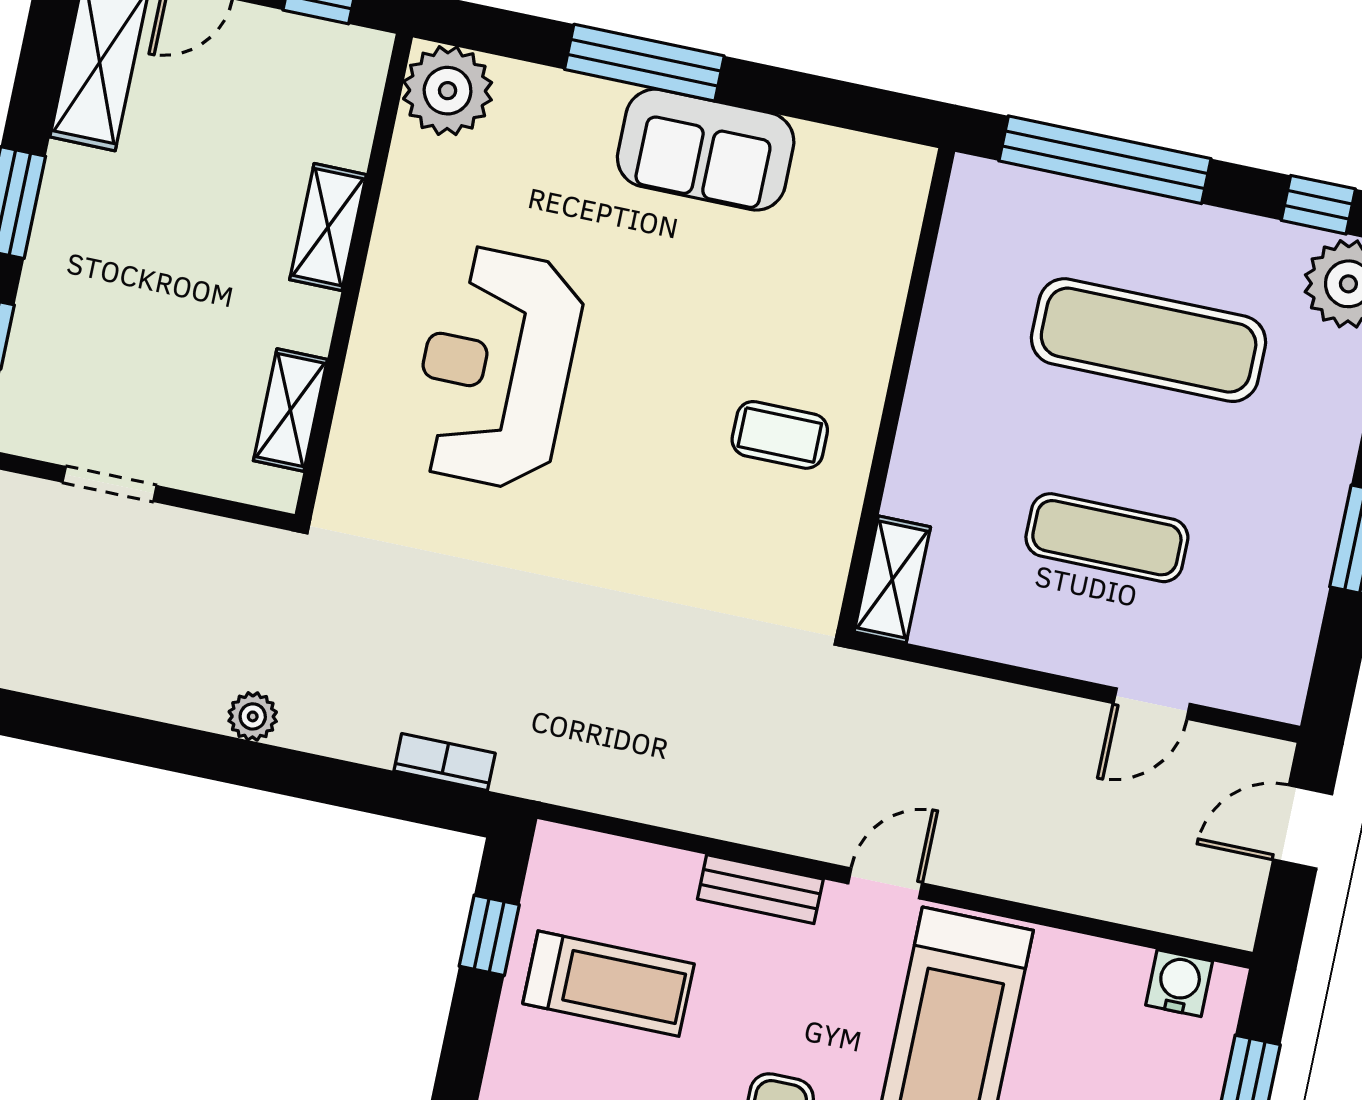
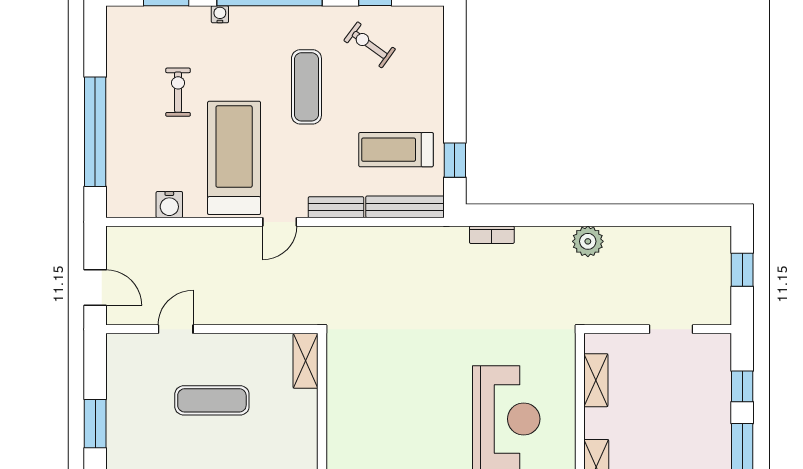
coffee table: (780, 435) -> (371, 416), removed
plant: (253, 716) -> (588, 241), width x1.38, depth x1.38
door: (1303, 827) -> (95, 288), hinge flipped
bench: (615, 859) -> (405, 207), added
water cooler: (1179, 983) -> (169, 205), moved

